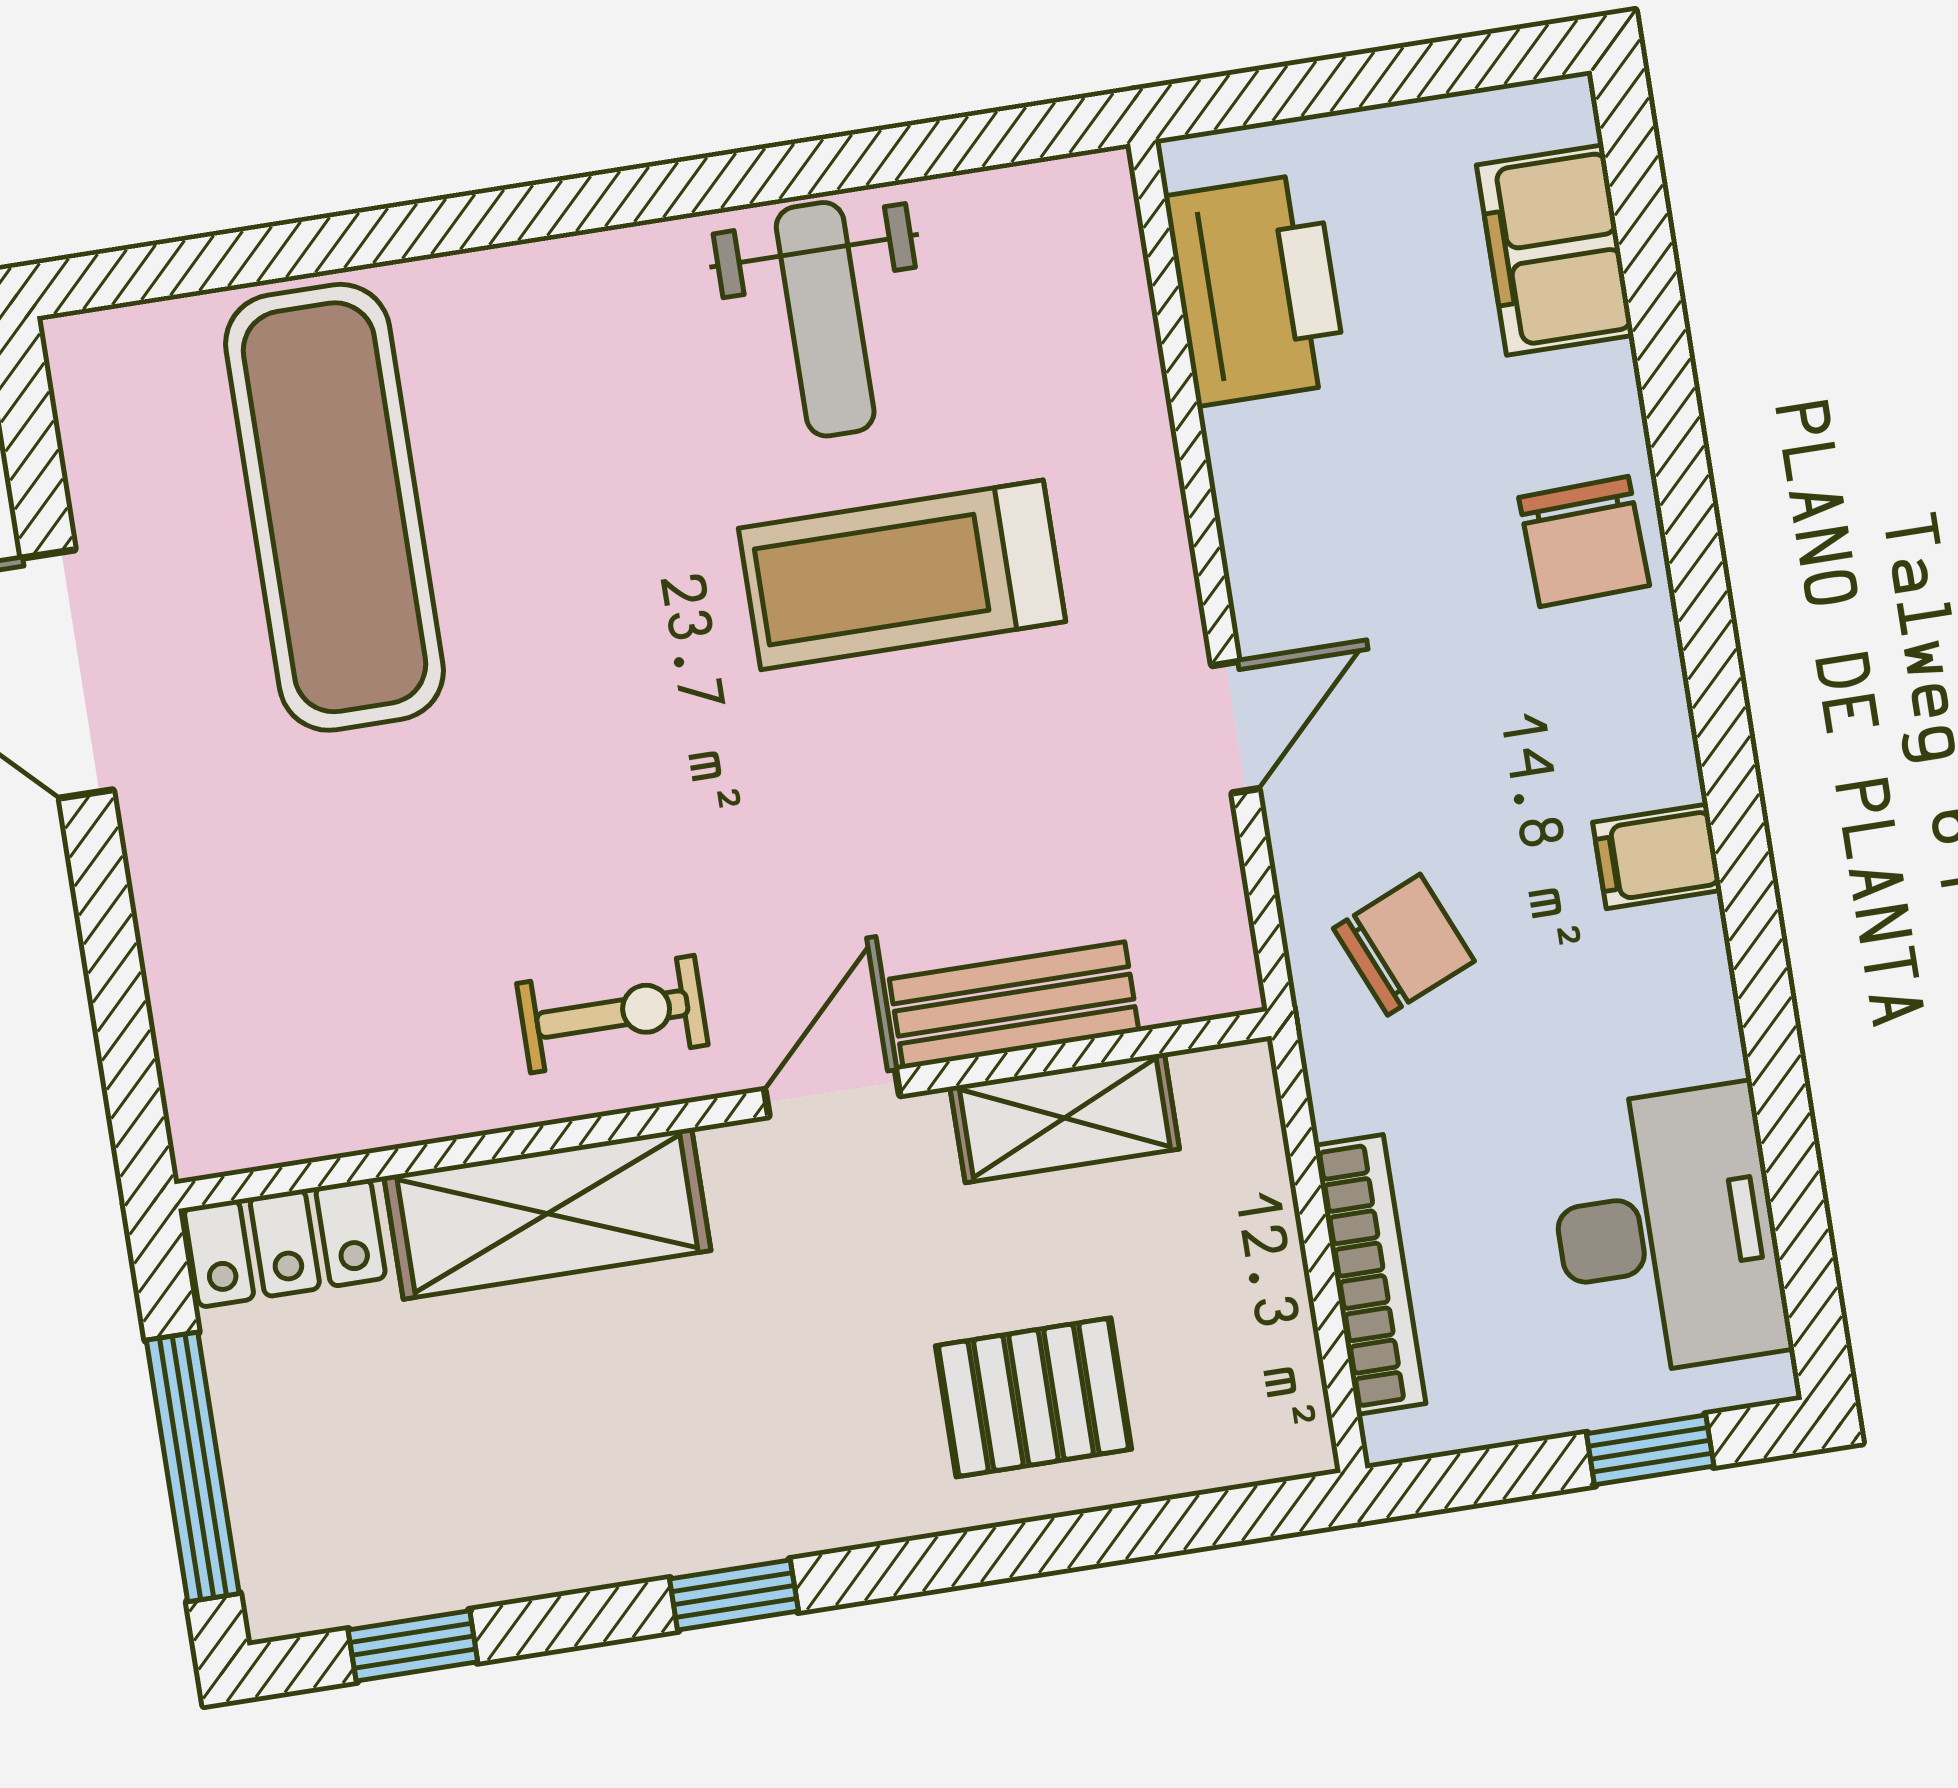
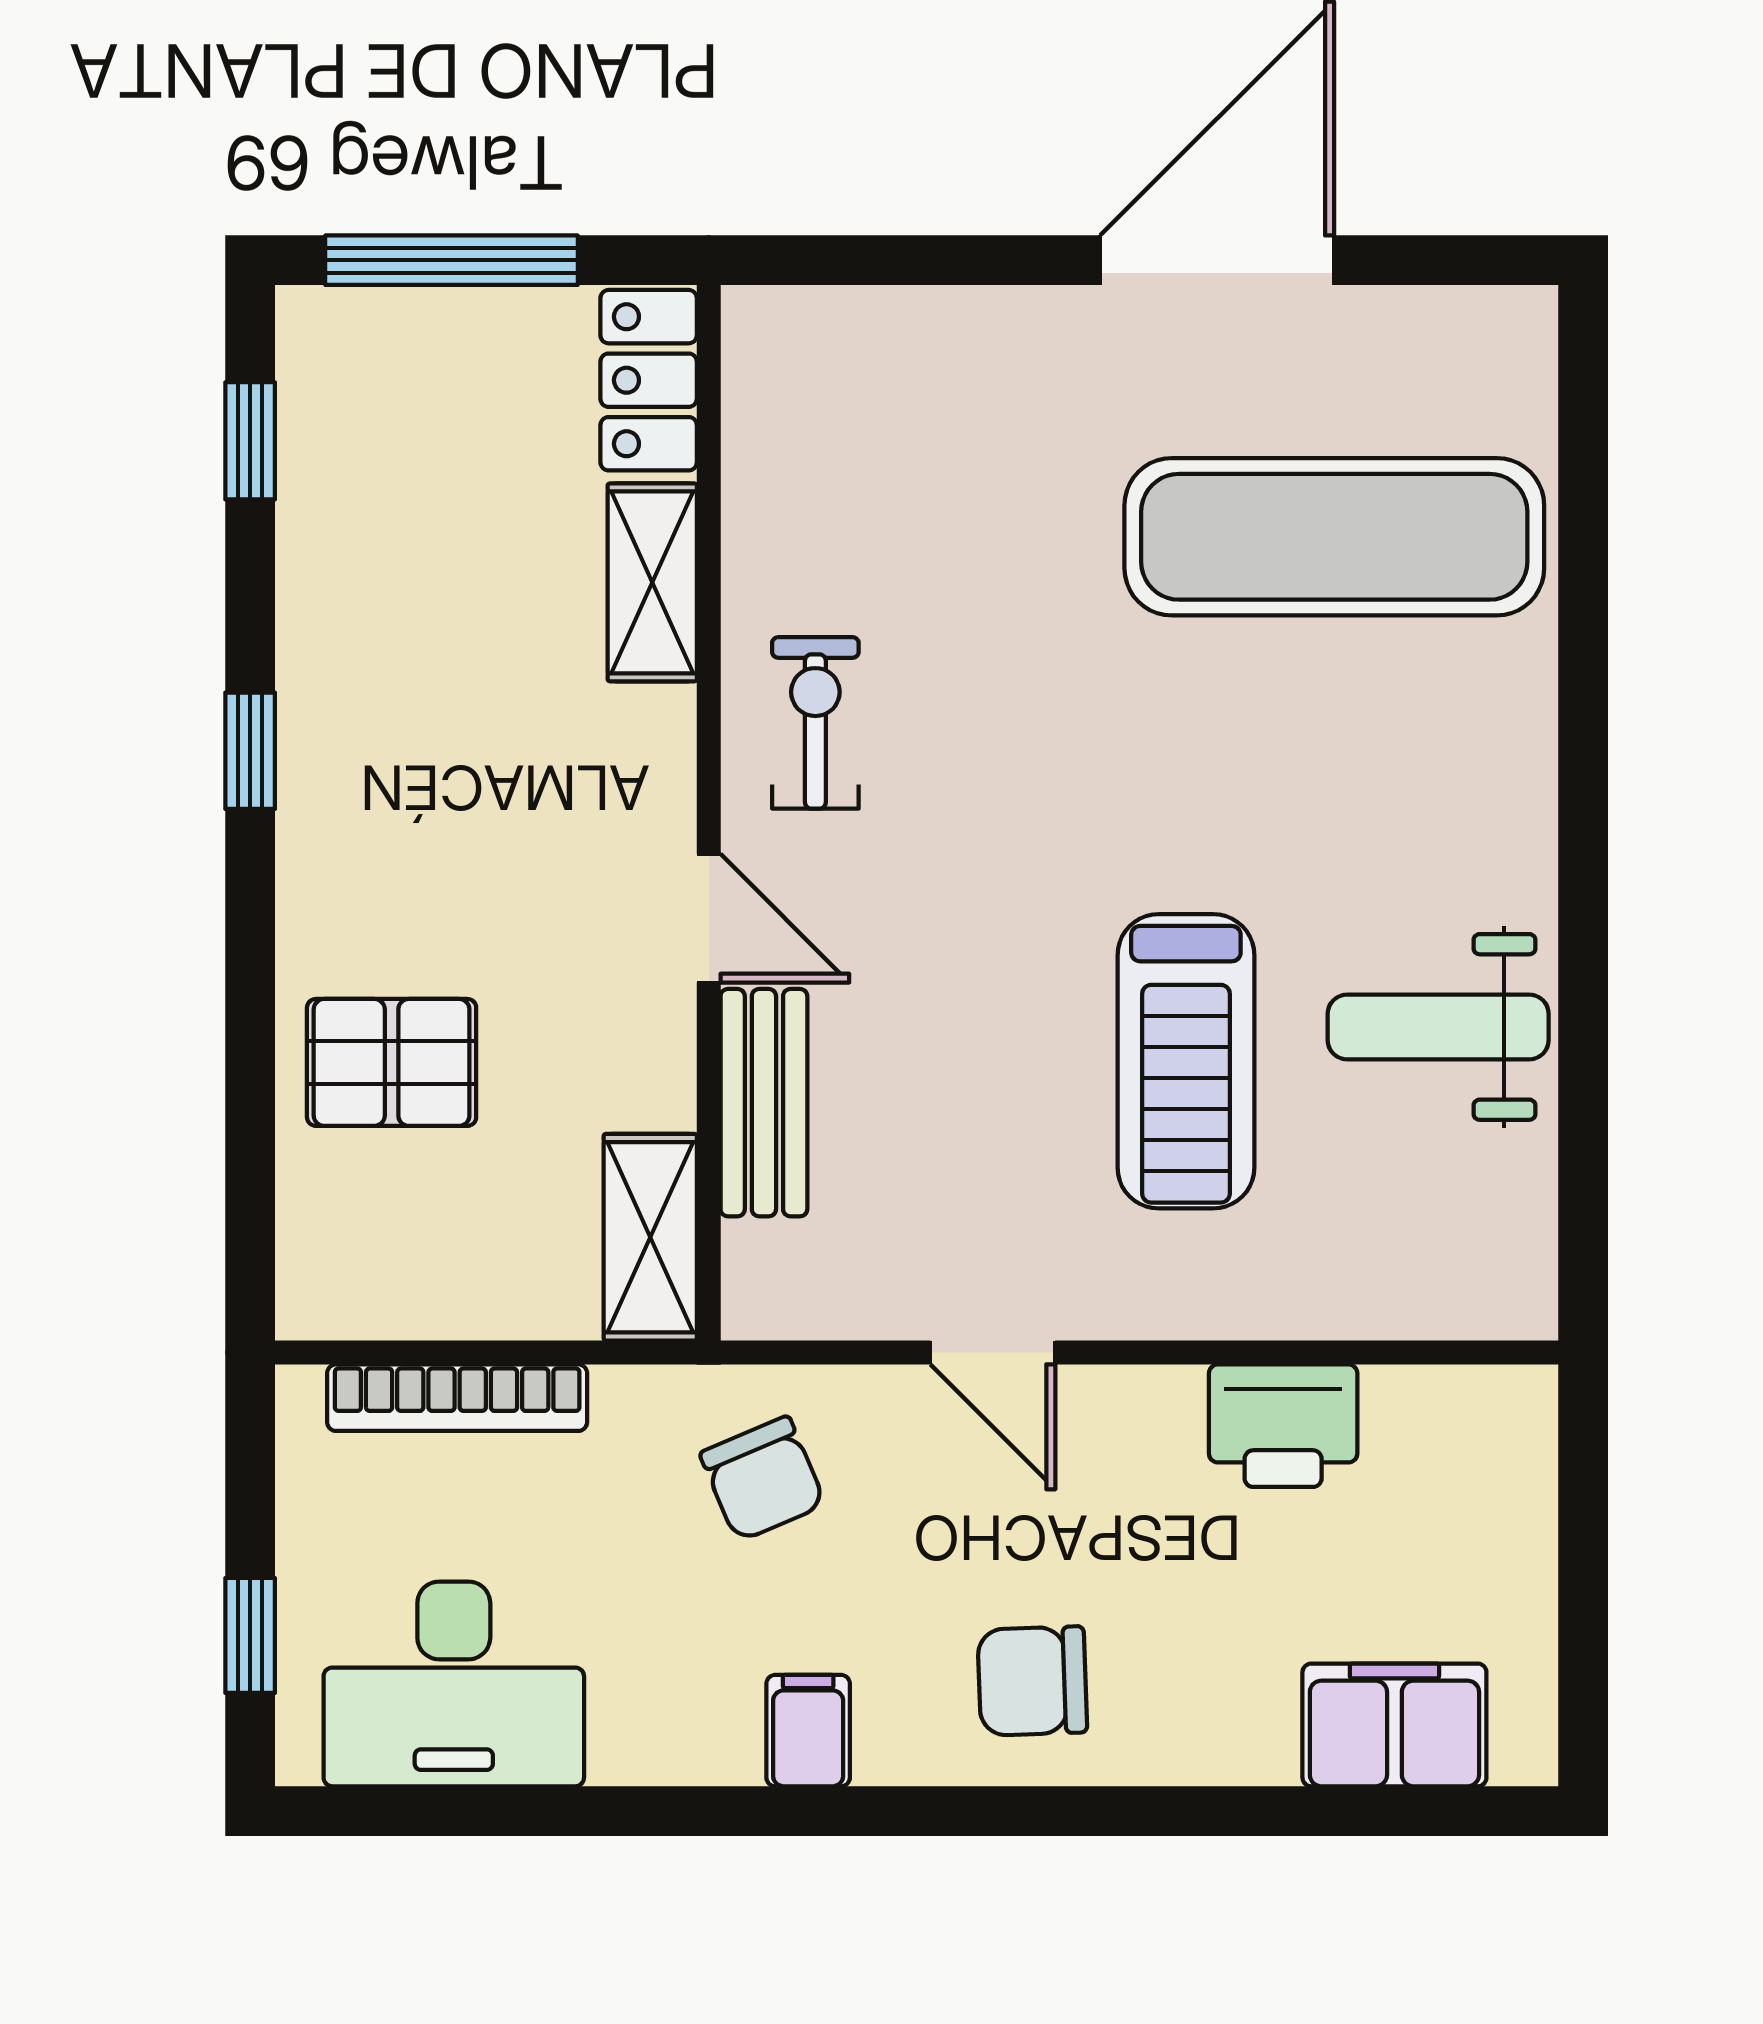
printer: (1256, 289) -> (1283, 1426), moved, width x0.73, depth x0.84
chair: (1584, 542) -> (1032, 1681), moved
treadmill: (902, 575) -> (1186, 1061), turned 180
exercise bike: (612, 1014) -> (815, 723), turned 180
shelving: (1065, 1118) -> (650, 1237), moved
shelving: (547, 1213) -> (652, 582), width x0.67, depth x0.75
pallet: (1033, 1397) -> (392, 1062), turned 90

